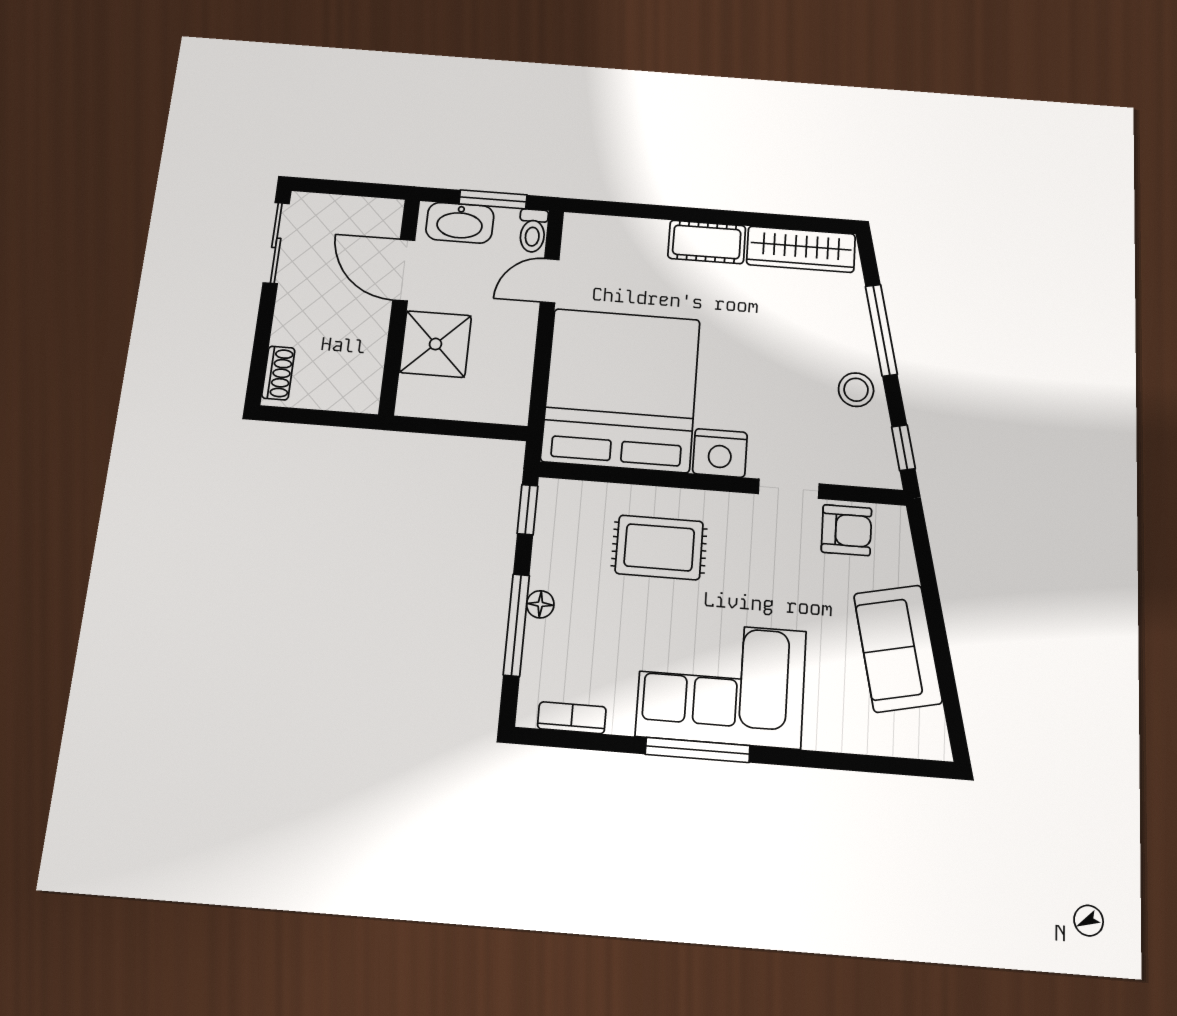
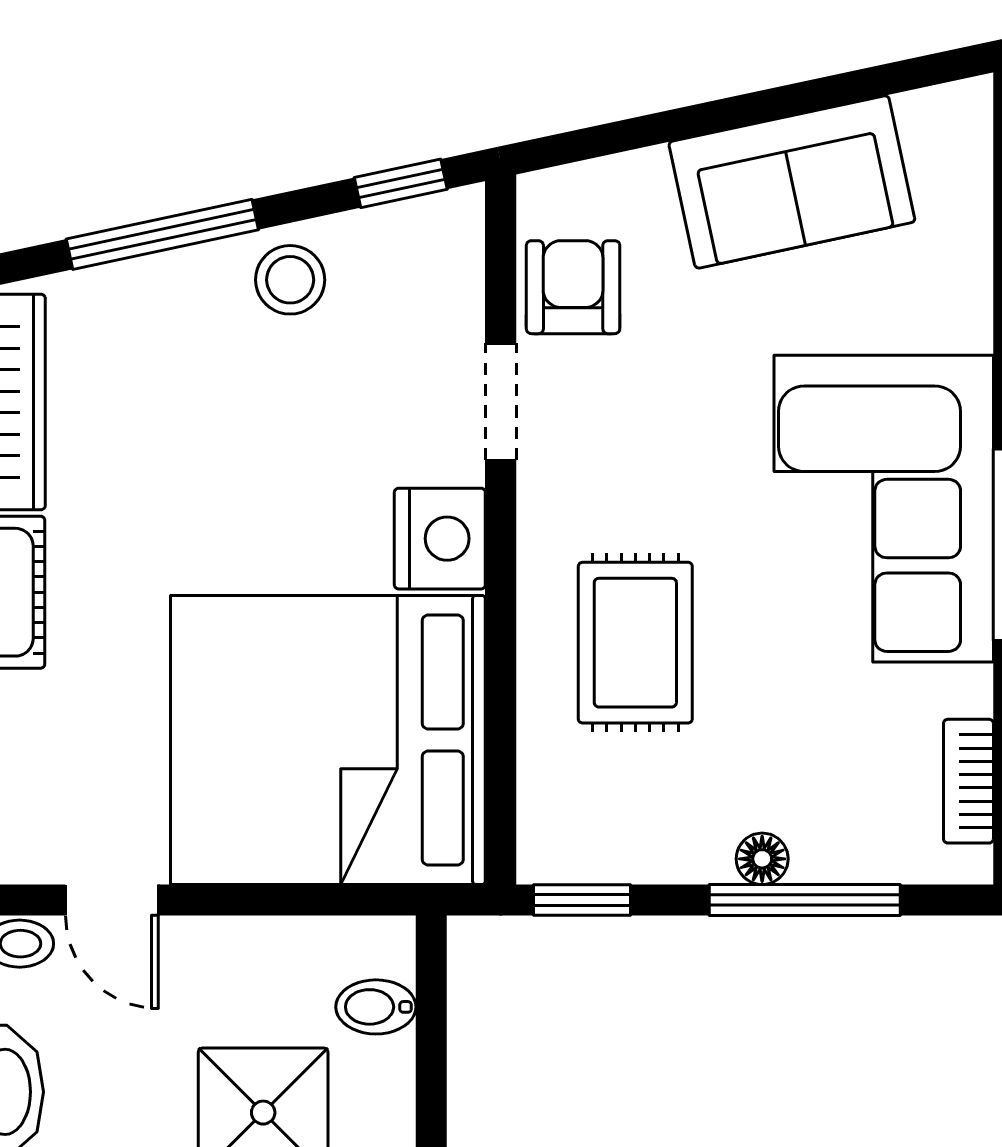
bidet: (483, 403) -> (376, 1007), added

